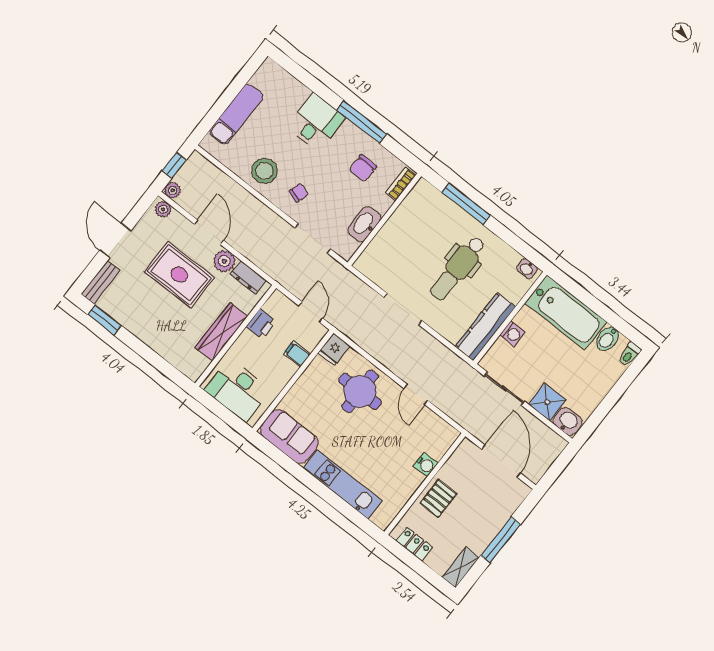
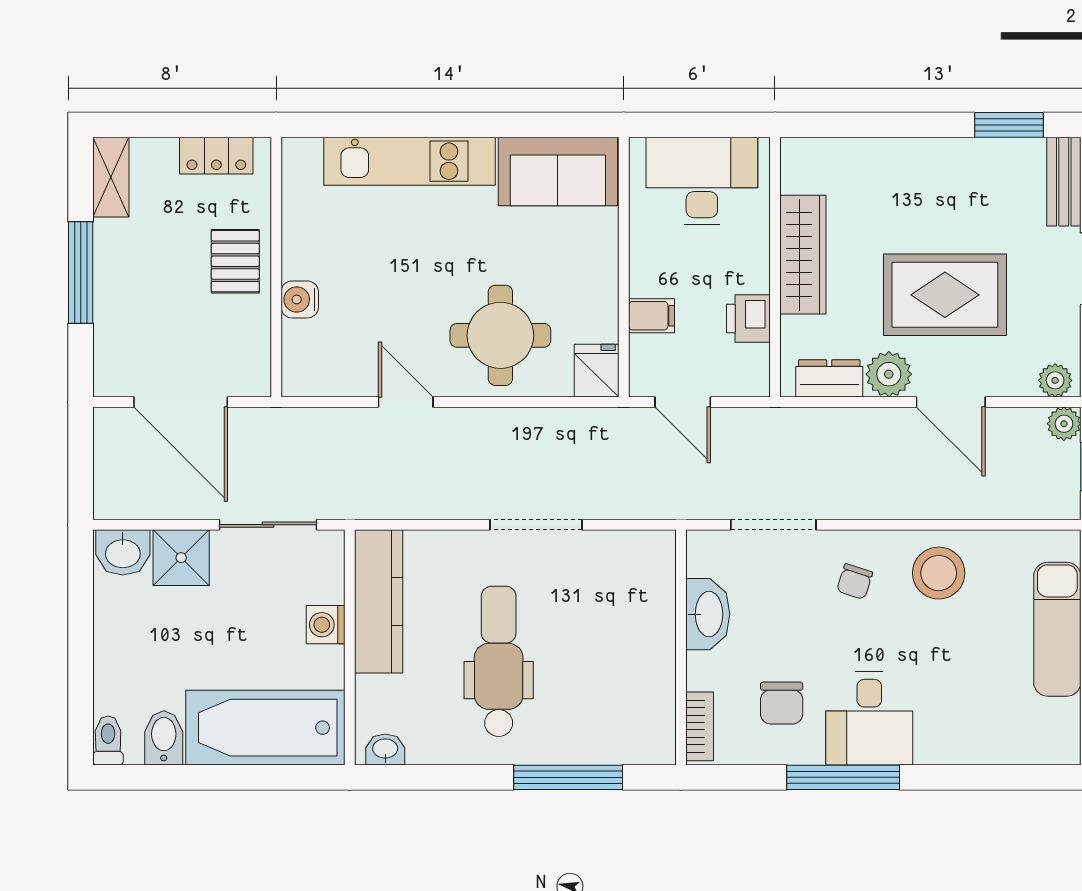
desk: (316, 122) -> (869, 718), moved
chair: (363, 168) -> (782, 703), turned 180

